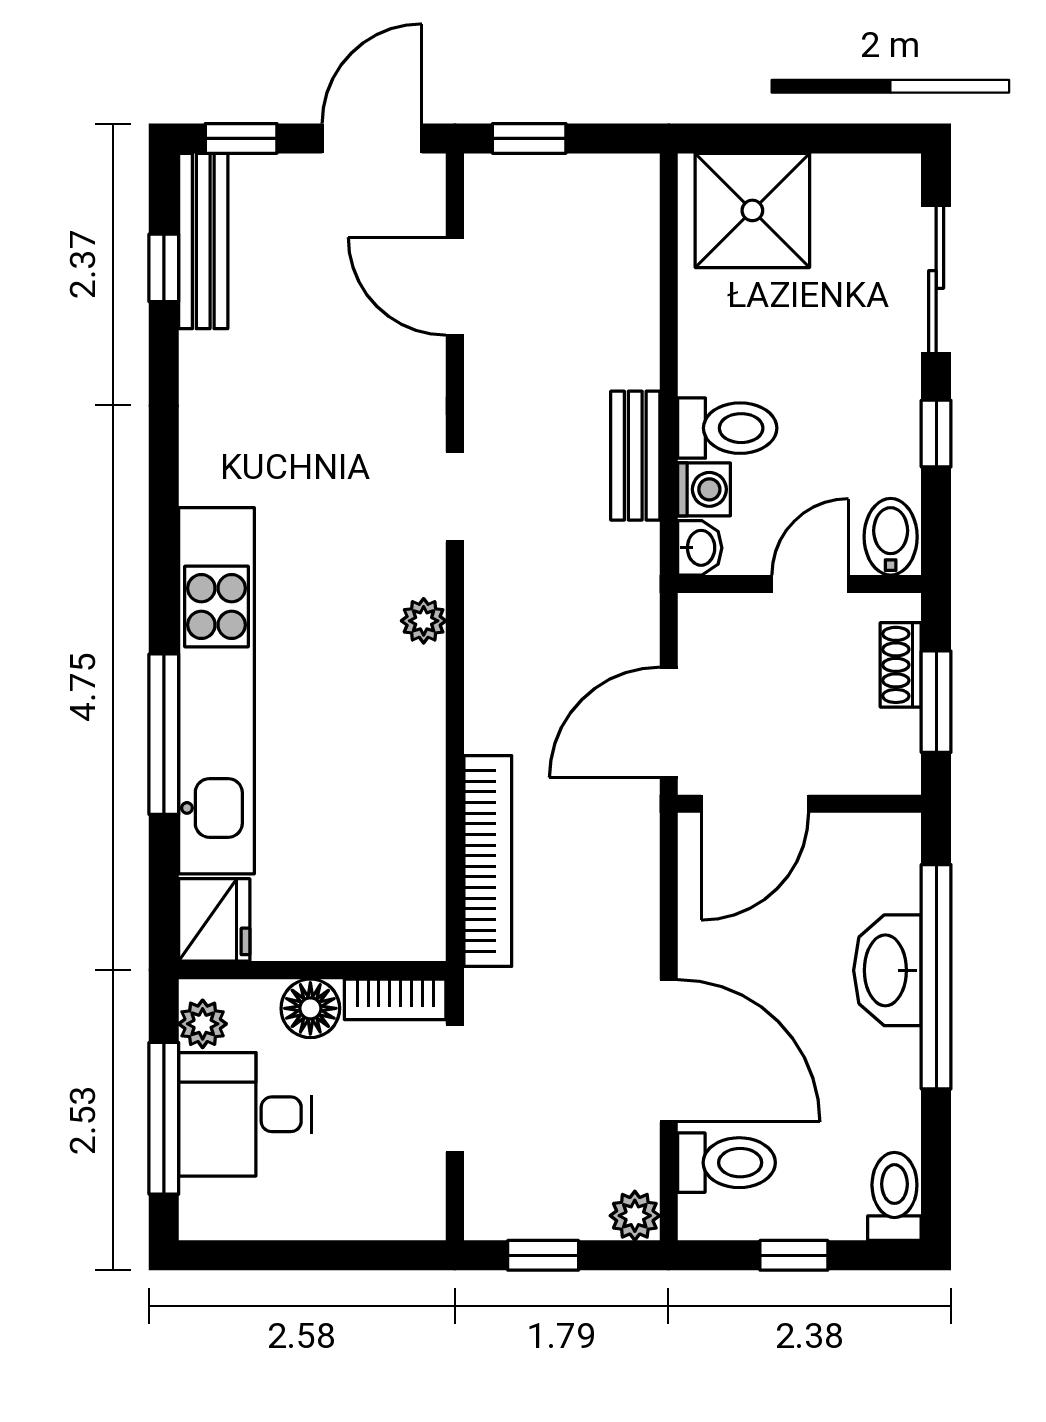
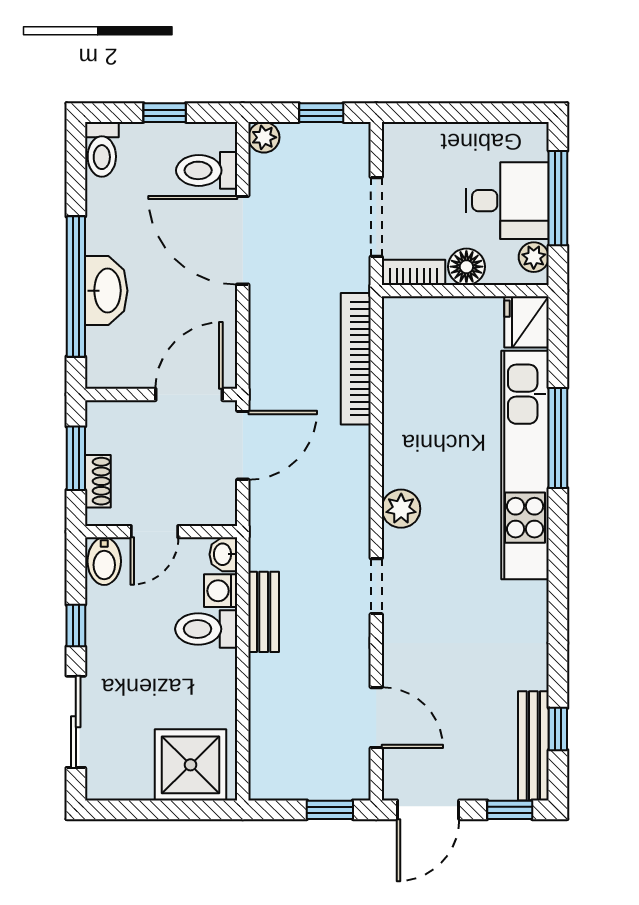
plant: (424, 621) -> (401, 509), width x1.38, depth x1.38

